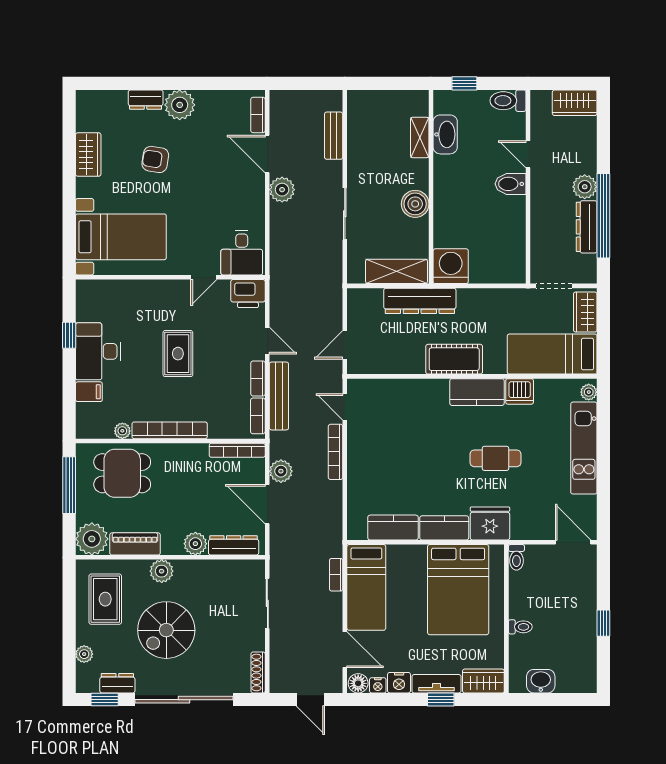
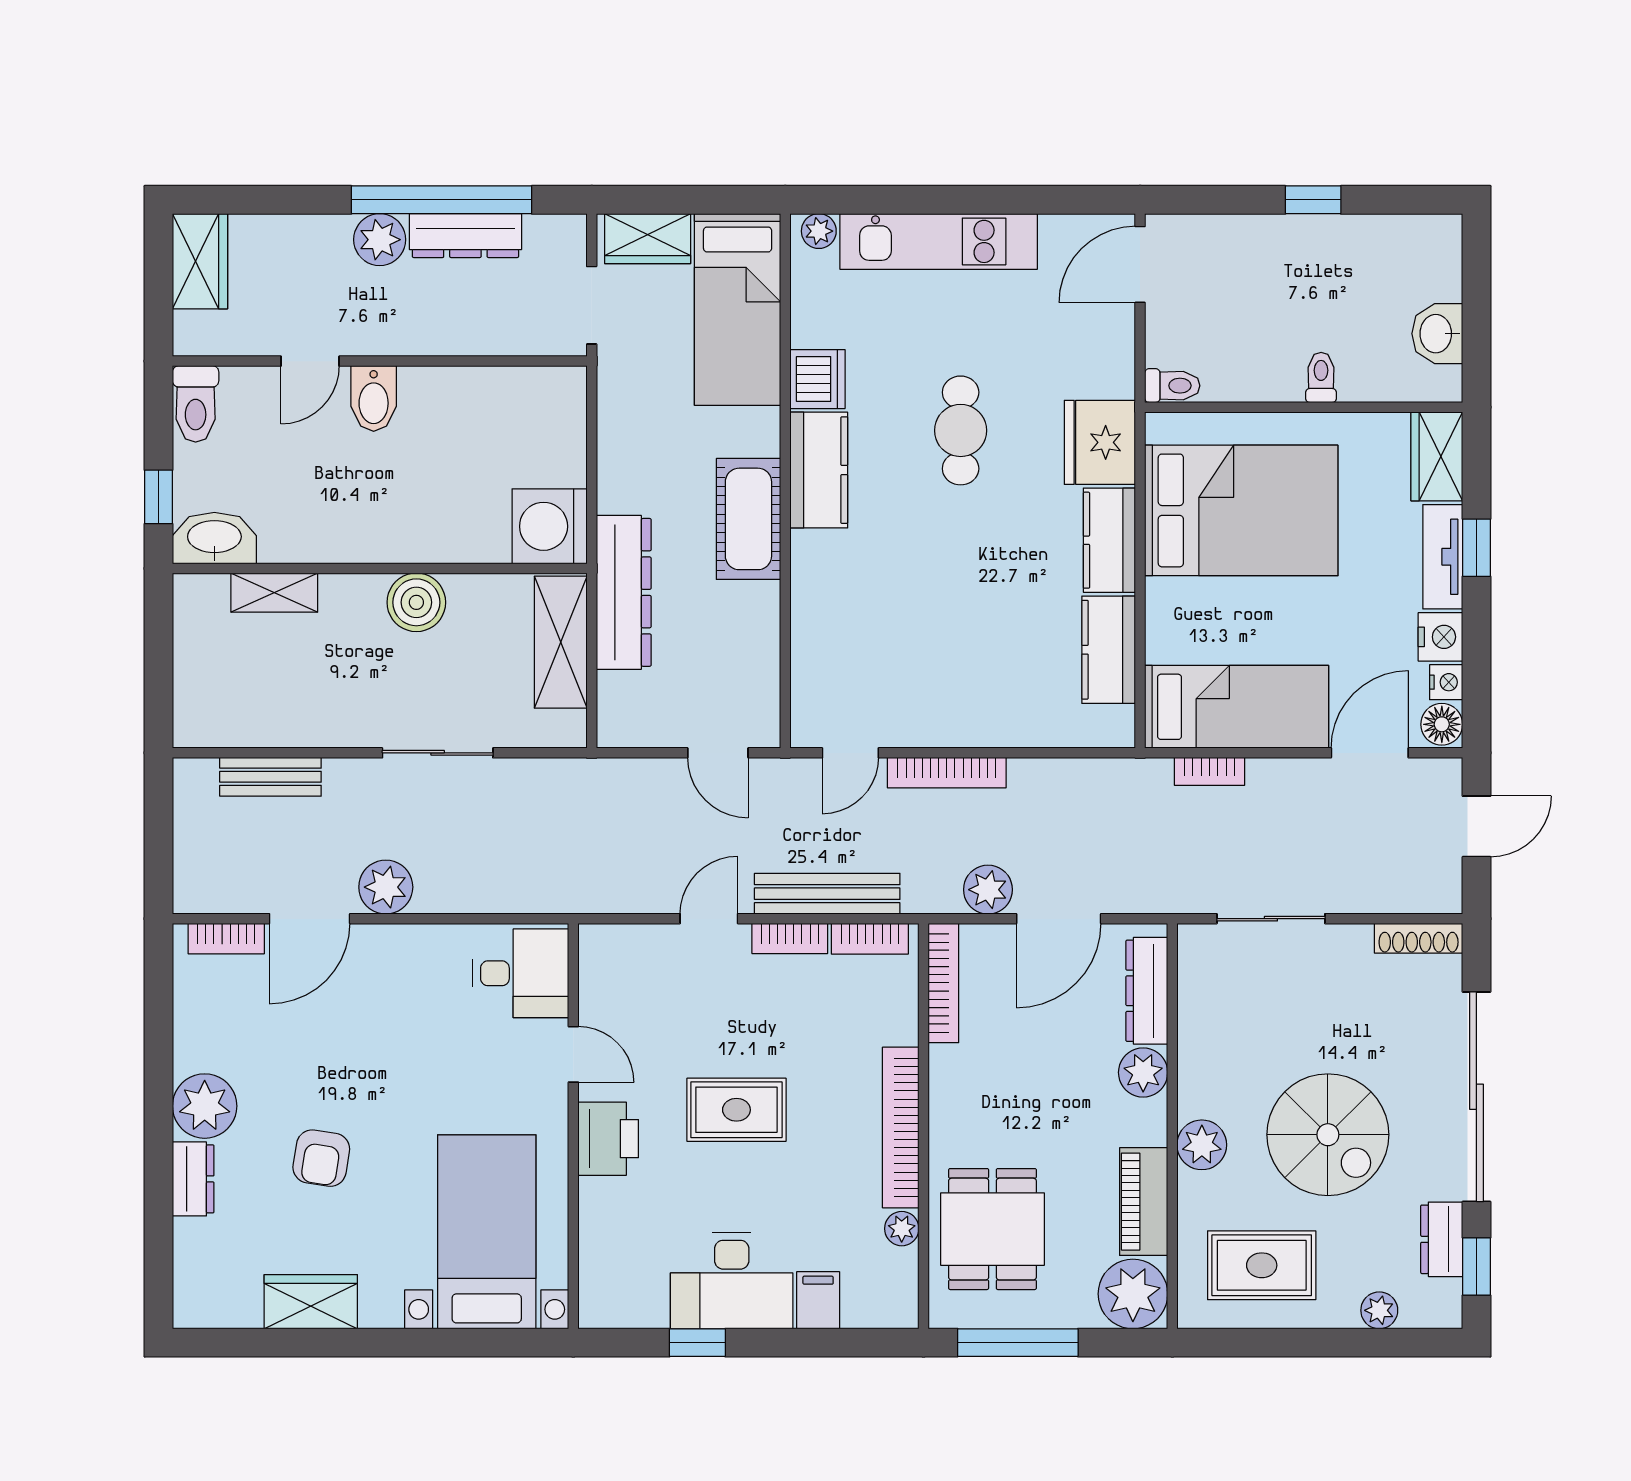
washbasin: (445, 134) -> (214, 538), moved
printer: (248, 294) -> (608, 1139), moved

